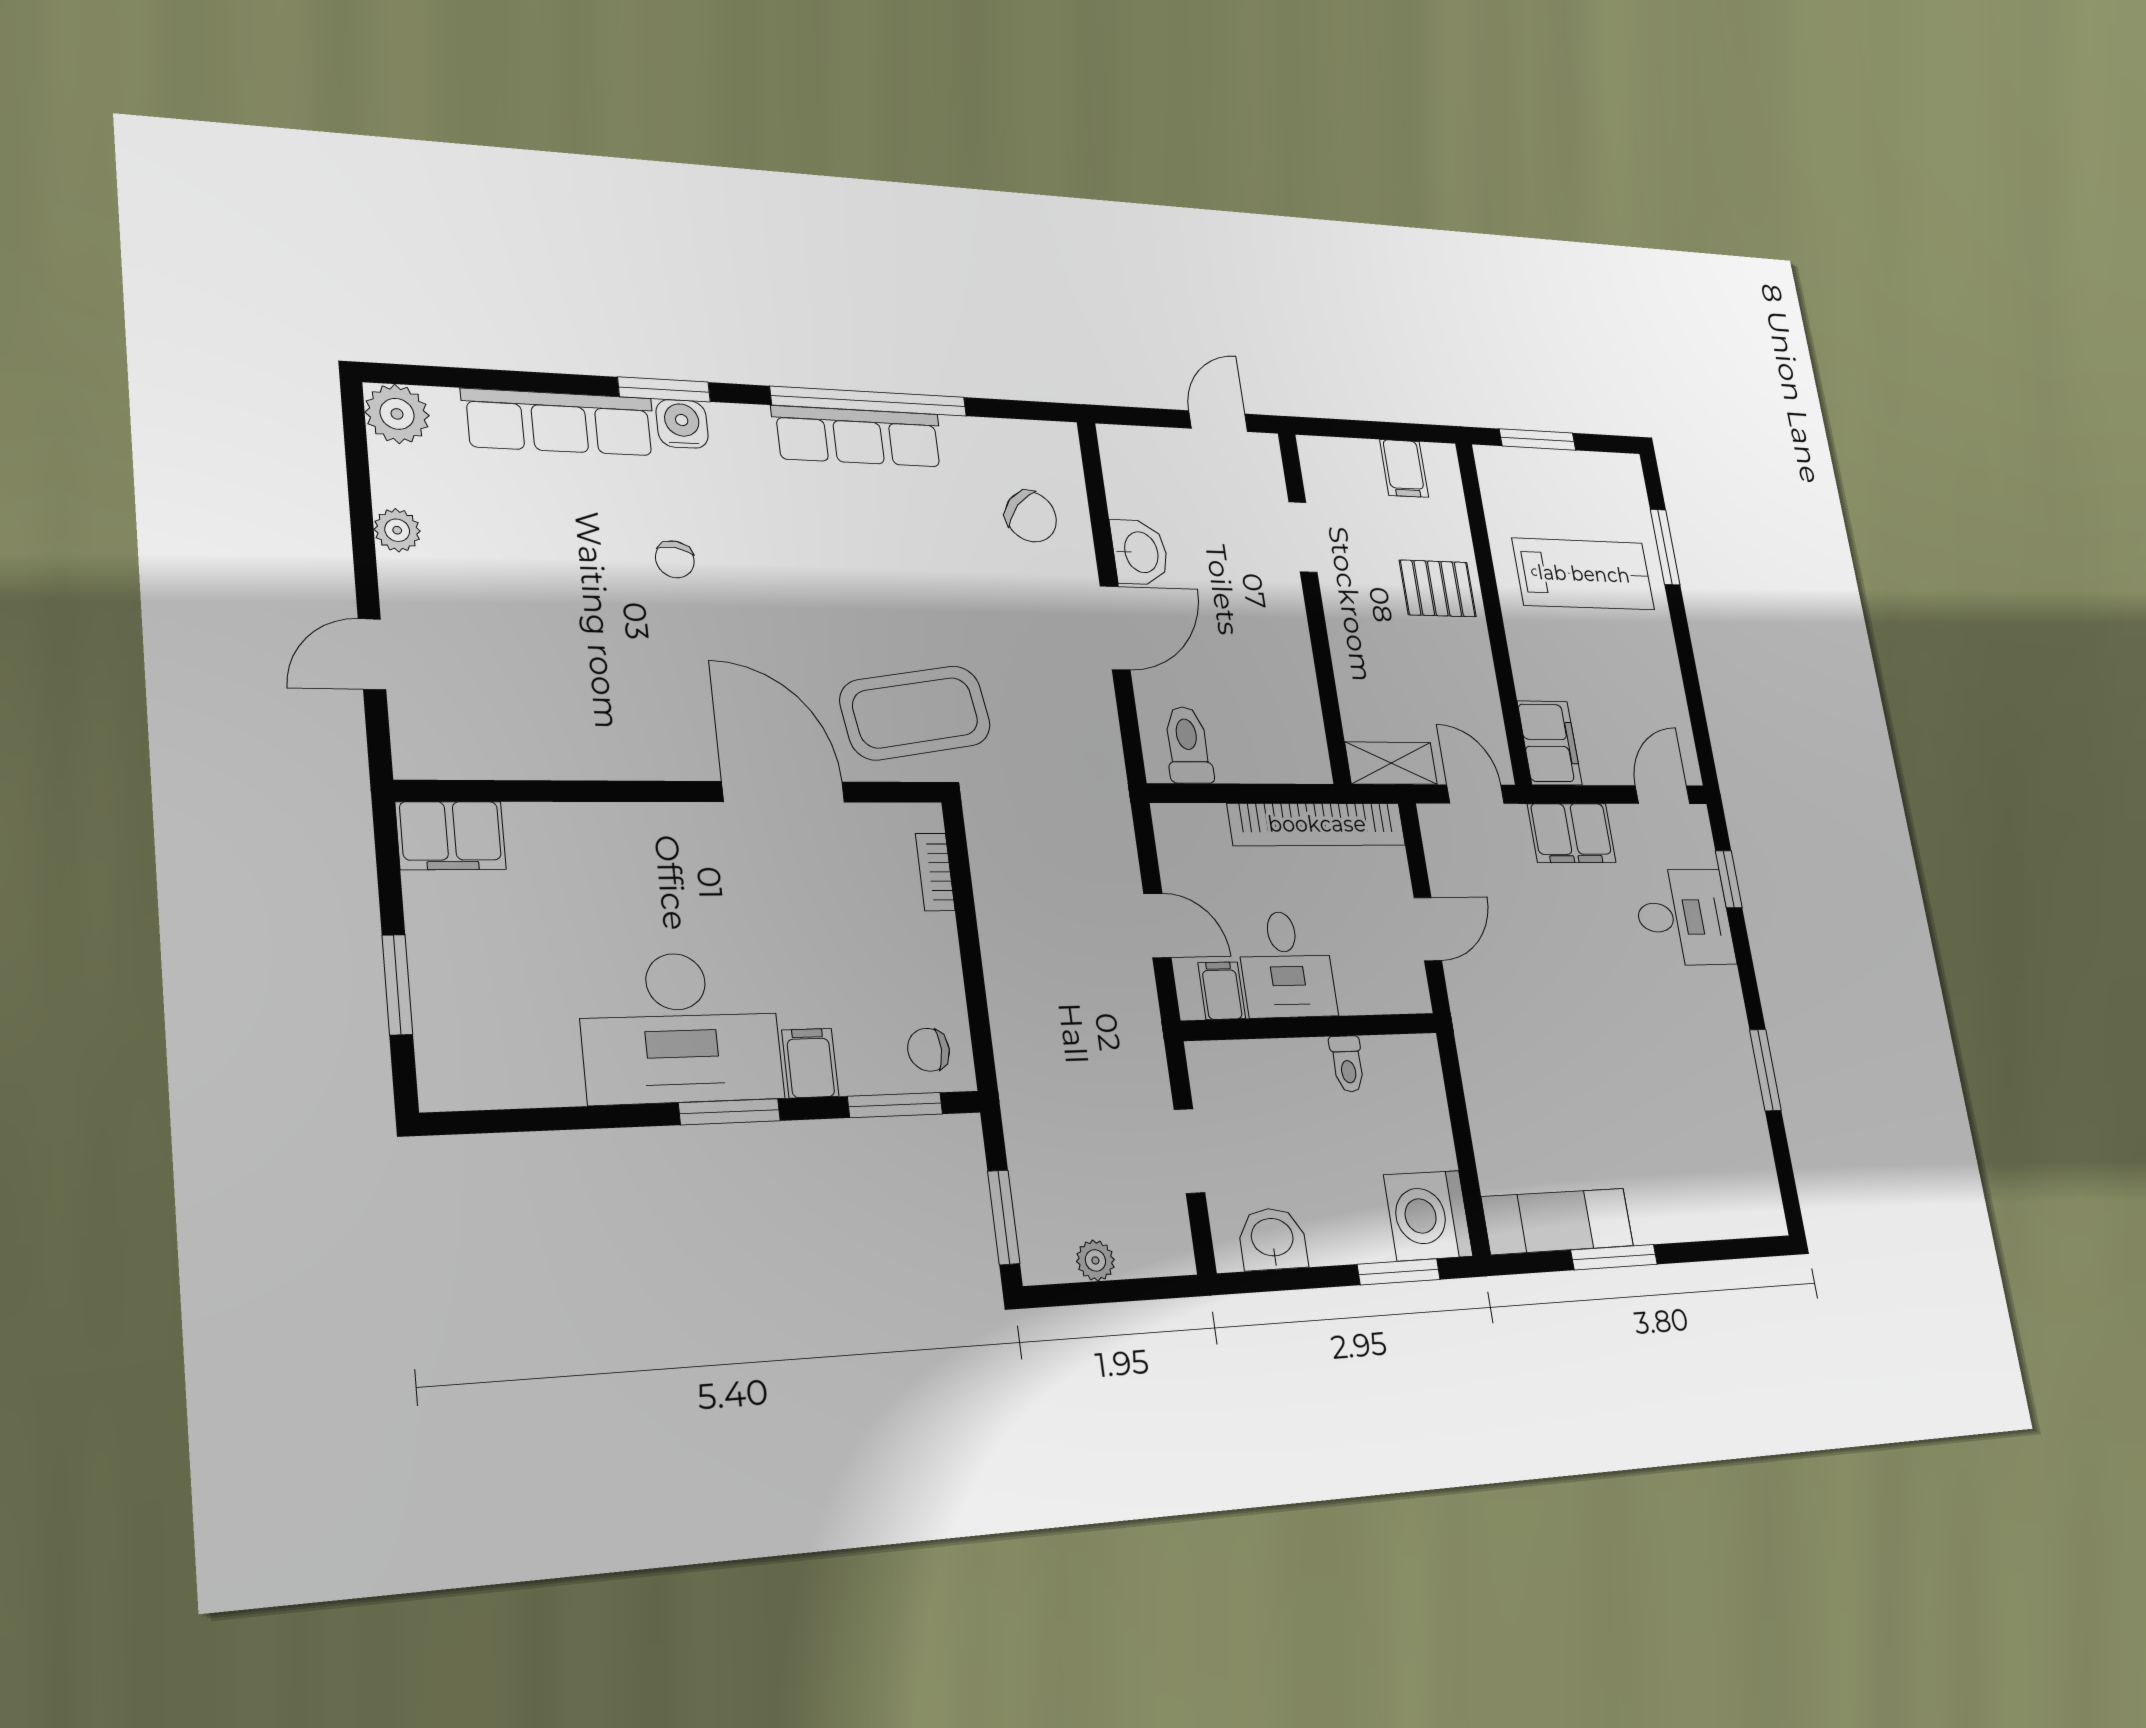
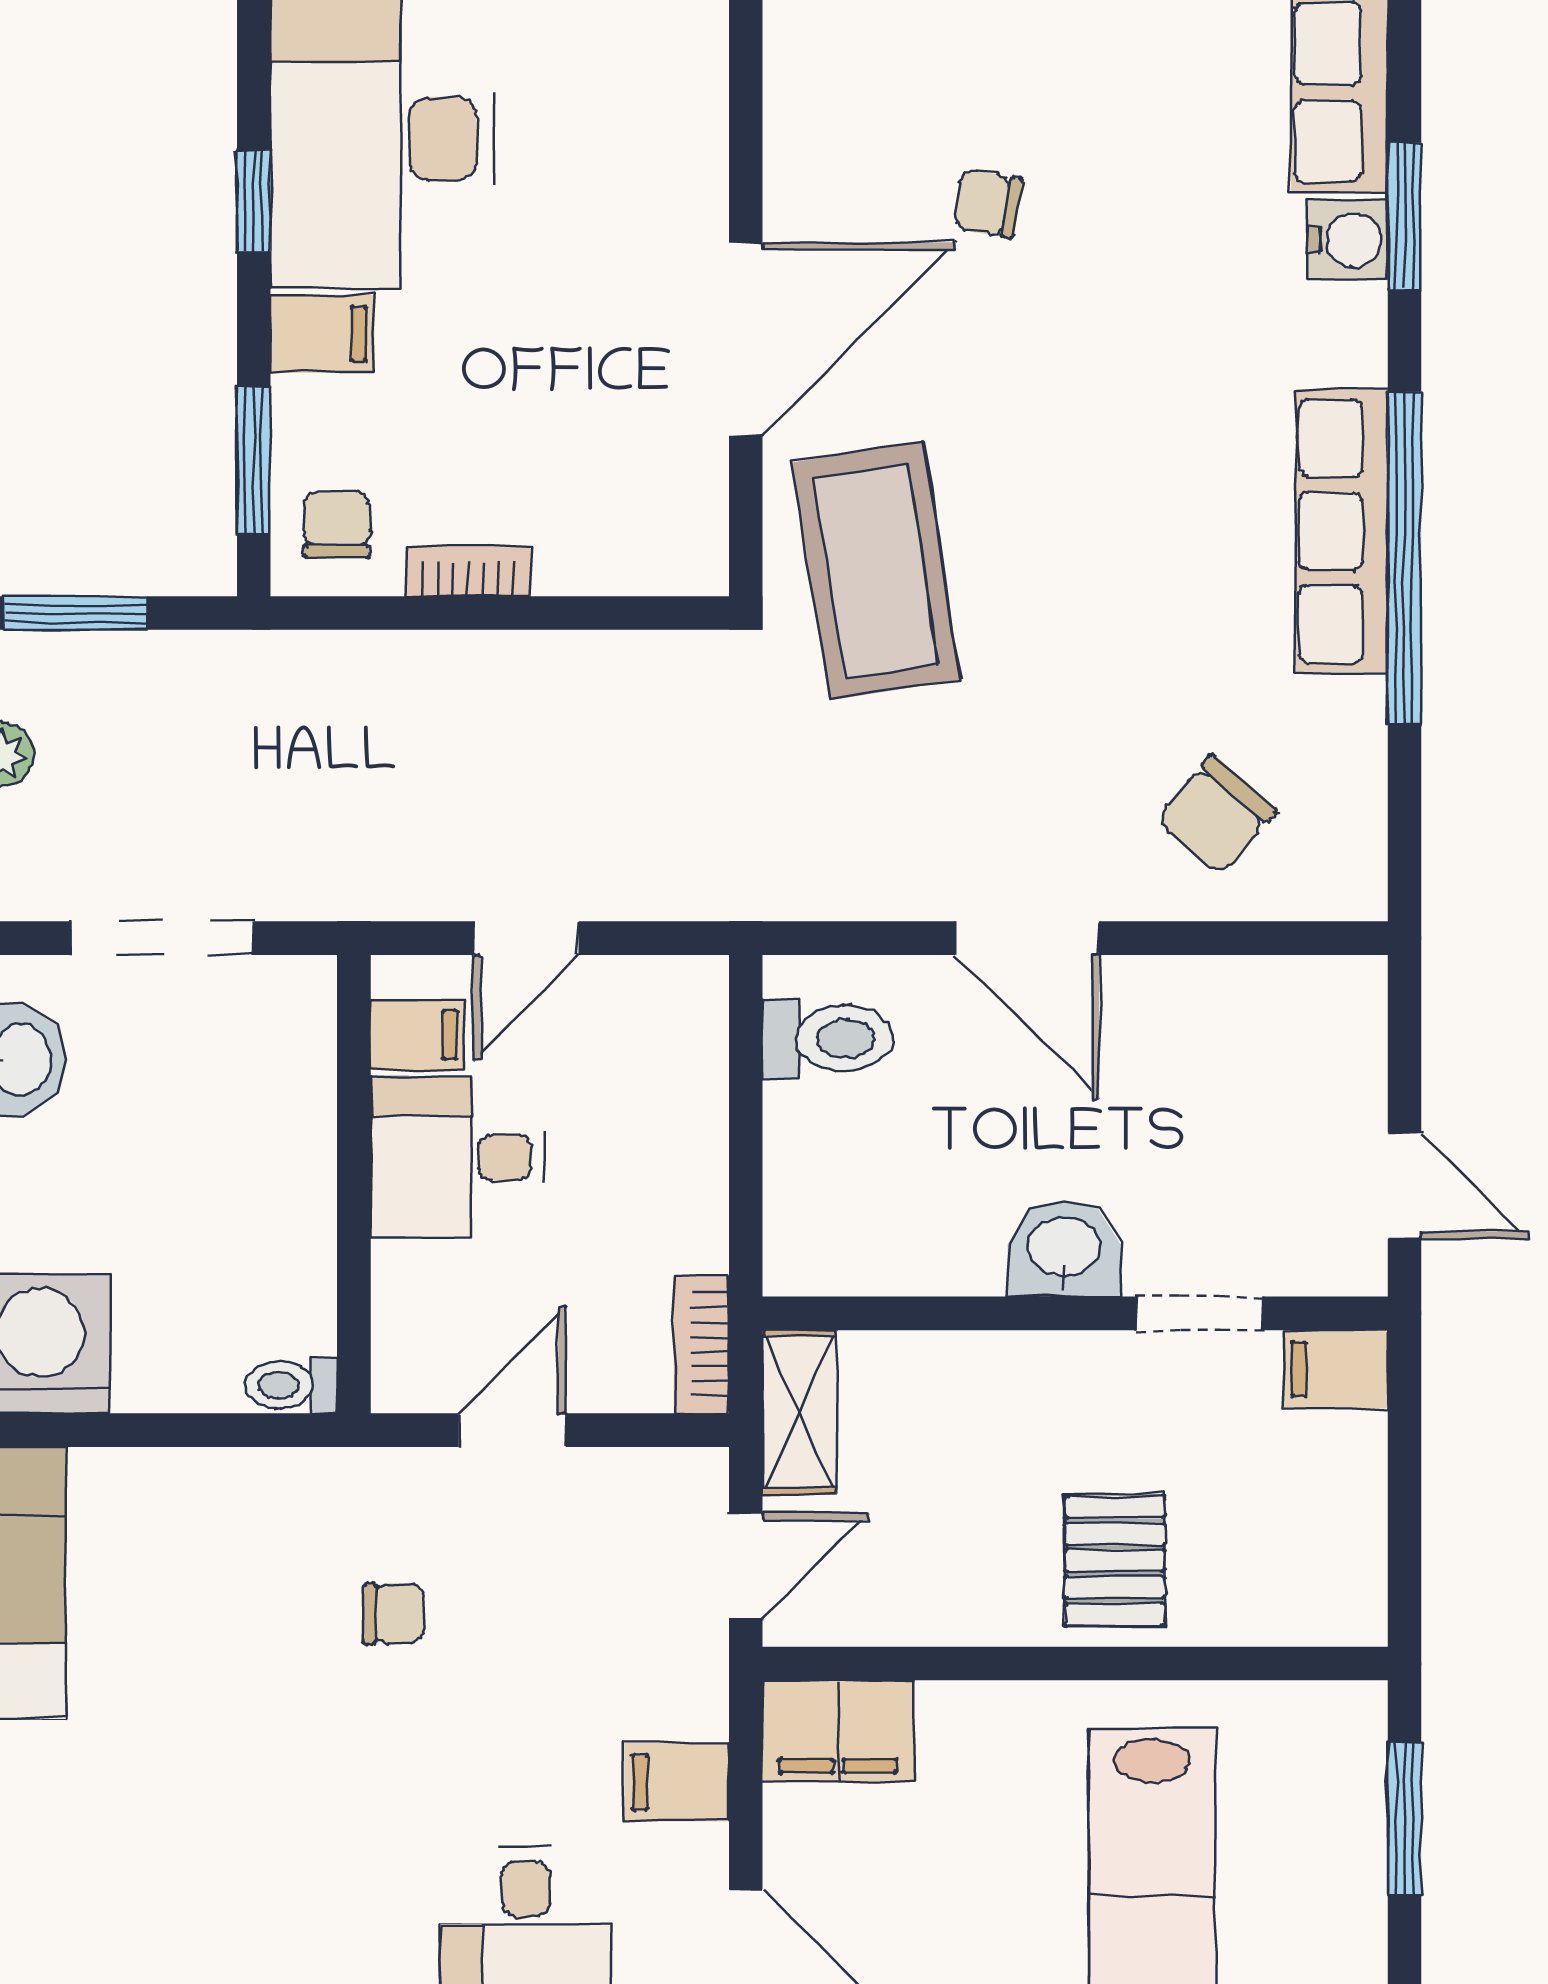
filing cabinet: (1404, 468) -> (1335, 1369), moved
washbasin: (1140, 552) -> (1064, 1249), moved, turned 180
chair: (675, 559) -> (988, 204), moved
bookcase: (1317, 824) -> (701, 1344), width x0.43, depth x0.76
filing cabinet: (1572, 833) -> (677, 1782), width x0.50
bookcase: (935, 872) -> (468, 571), moved
door: (1428, 929) -> (512, 1430), swing flipped
chair: (1535, 997) -> (394, 1614), added
toilet: (1347, 1064) -> (291, 1385), moved
window: (730, 1112) -> (254, 201), width x0.67
doorway: (1189, 1151) -> (163, 938), width x1.38

